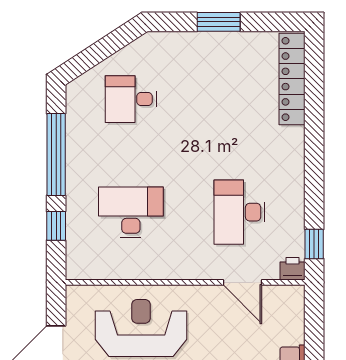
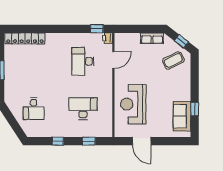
window: (56, 155) -> (58, 141), width x0.32
desk: (131, 212) -> (83, 109), turned 90
desk: (239, 212) -> (83, 61), turned 90

